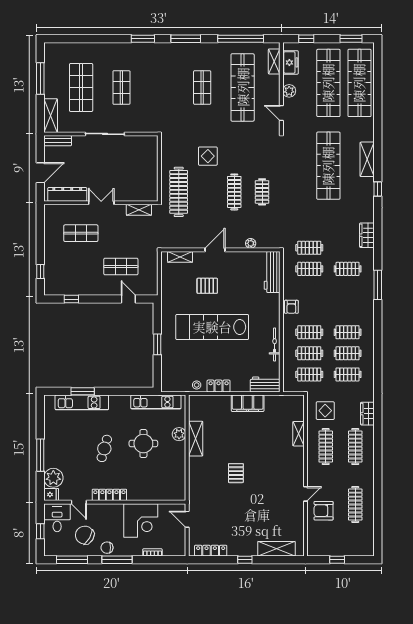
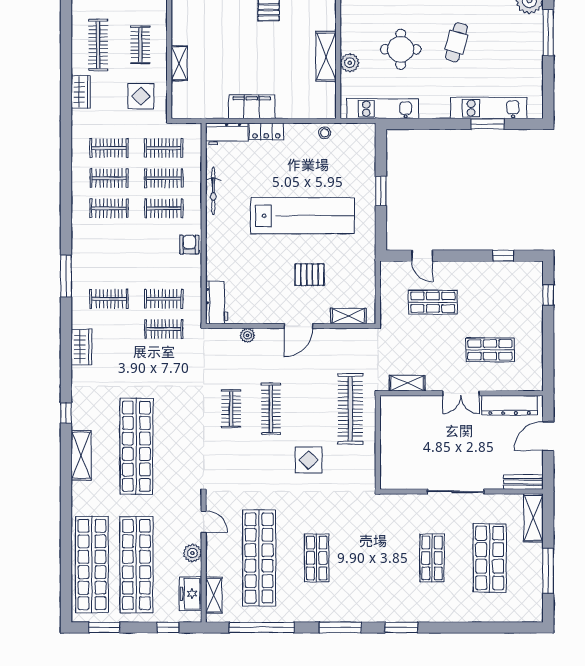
workbench: (272, 272) -> (217, 302), width x0.73
locker: (219, 386) -> (266, 132), moved
clothes rail: (326, 447) -> (140, 45), width x0.73

